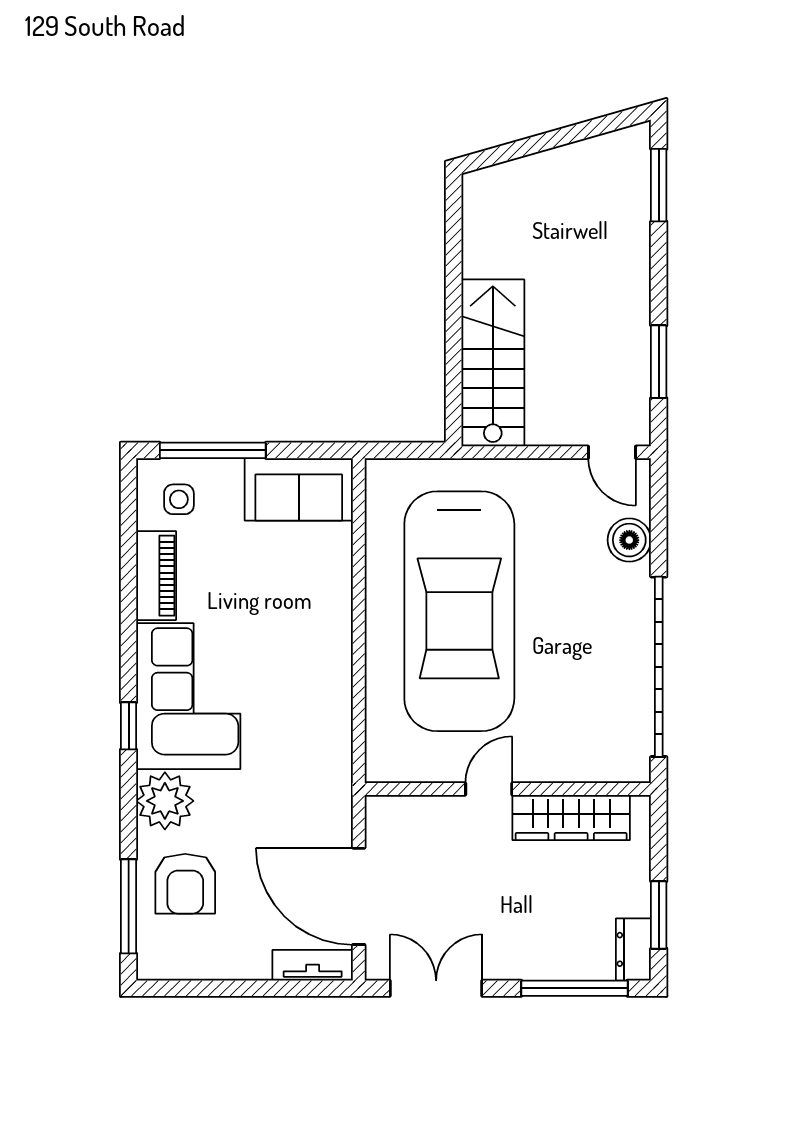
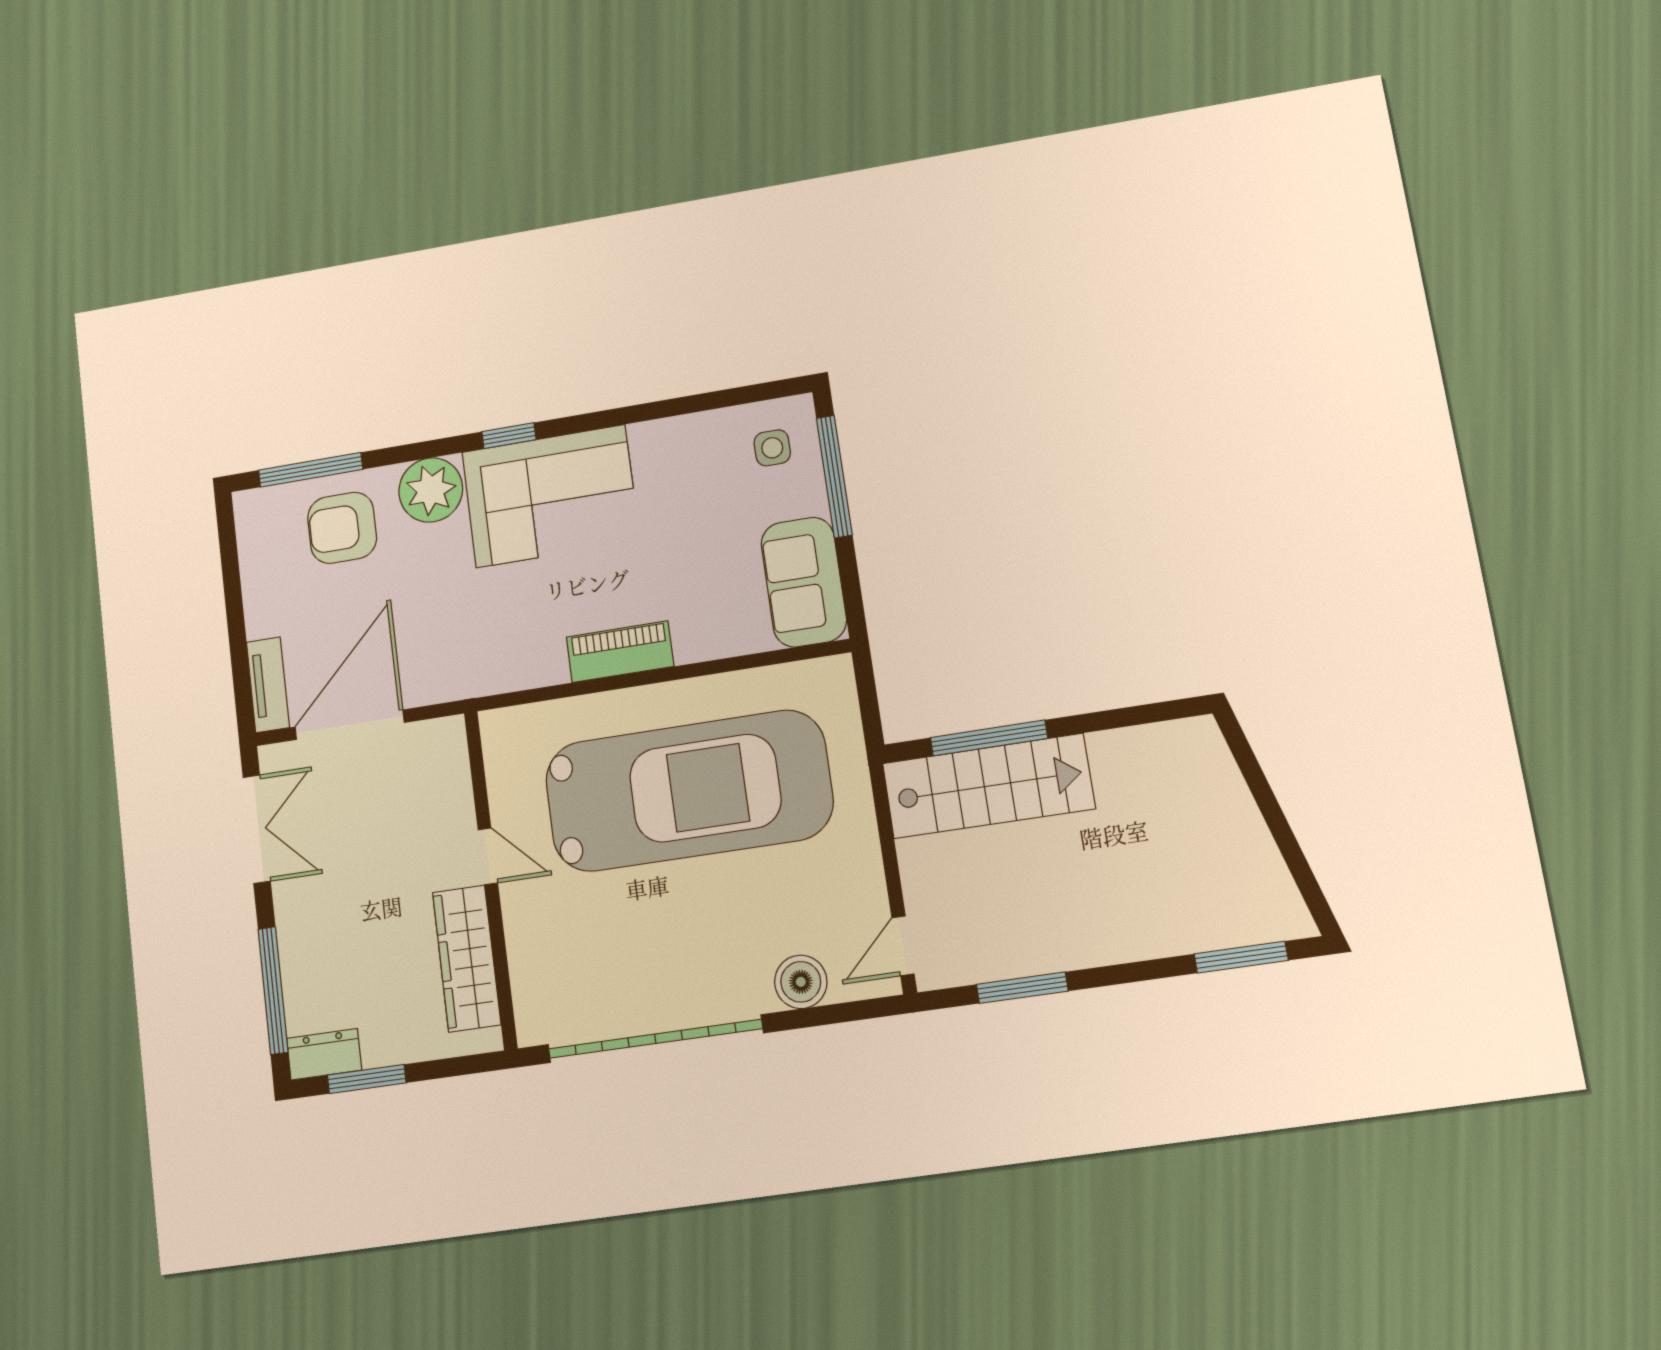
window: (454, 356) -> (989, 738), added
piano: (156, 576) -> (620, 652), moved, turned 180
car: (459, 611) -> (688, 791), turned 180

